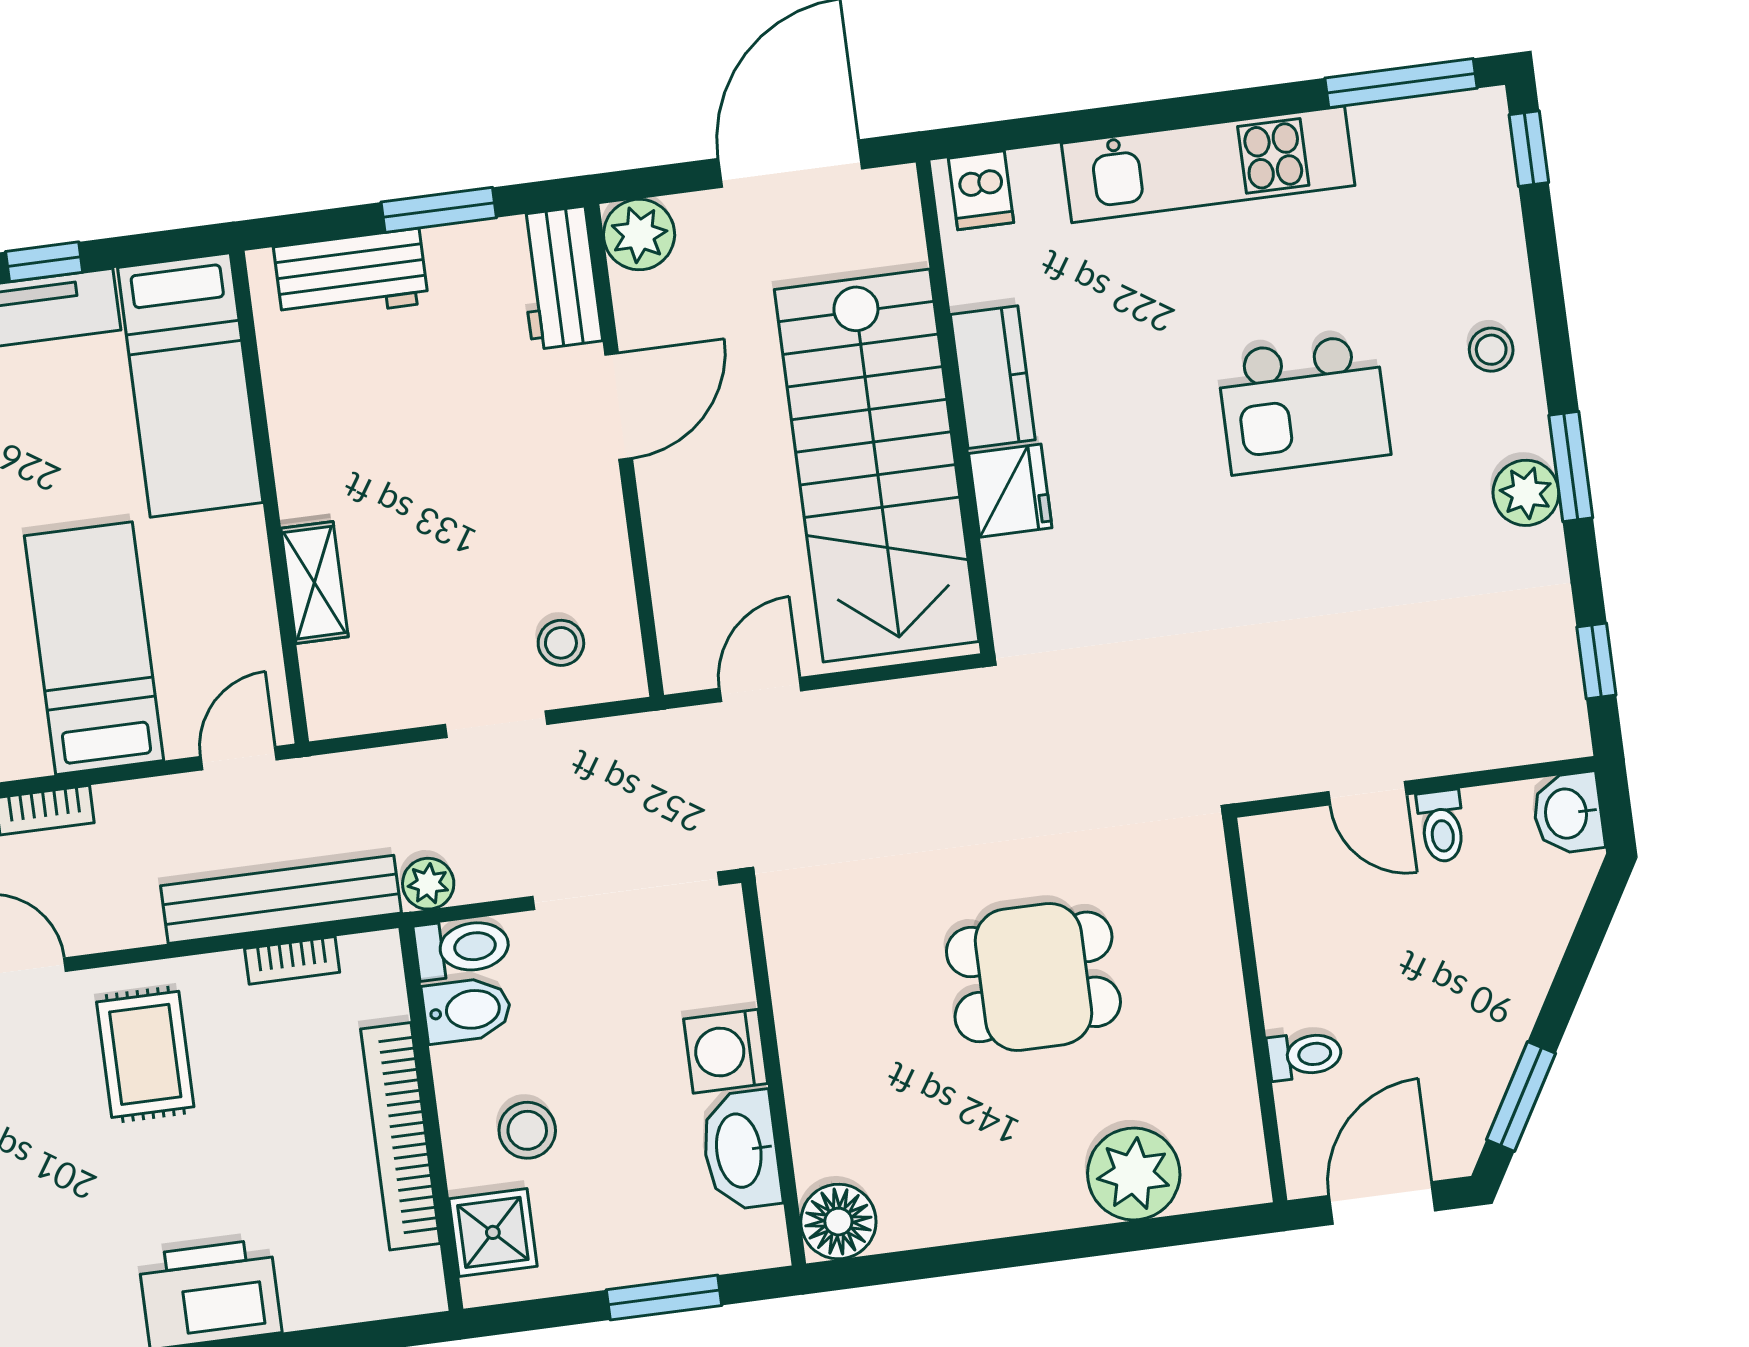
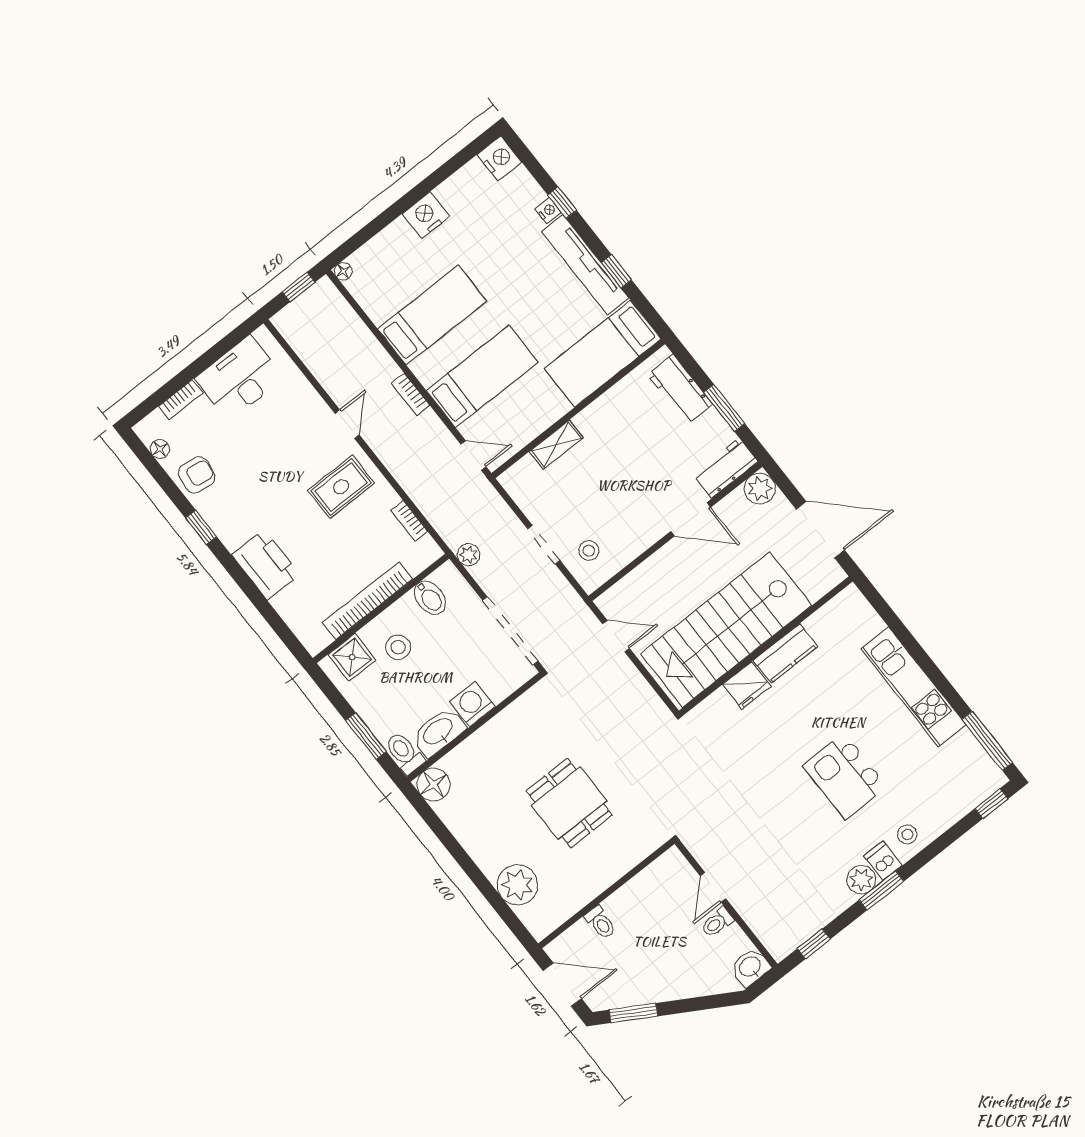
dishwasher: (981, 190) -> (883, 861), moved, turned 90
bench: (281, 899) -> (430, 503), removed
toilet: (462, 948) -> (404, 753), moved, turned 180

